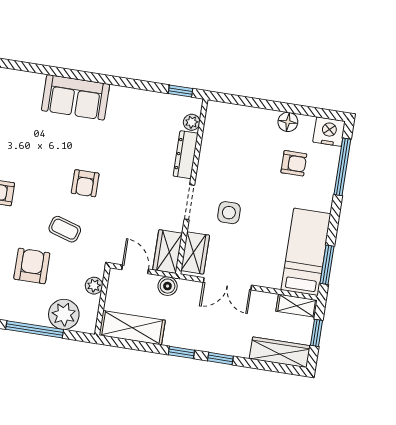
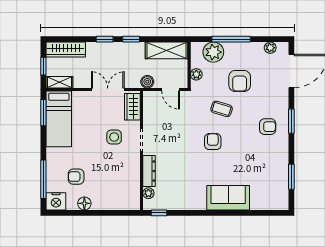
wardrobe: (168, 252) -> (151, 105), removed

